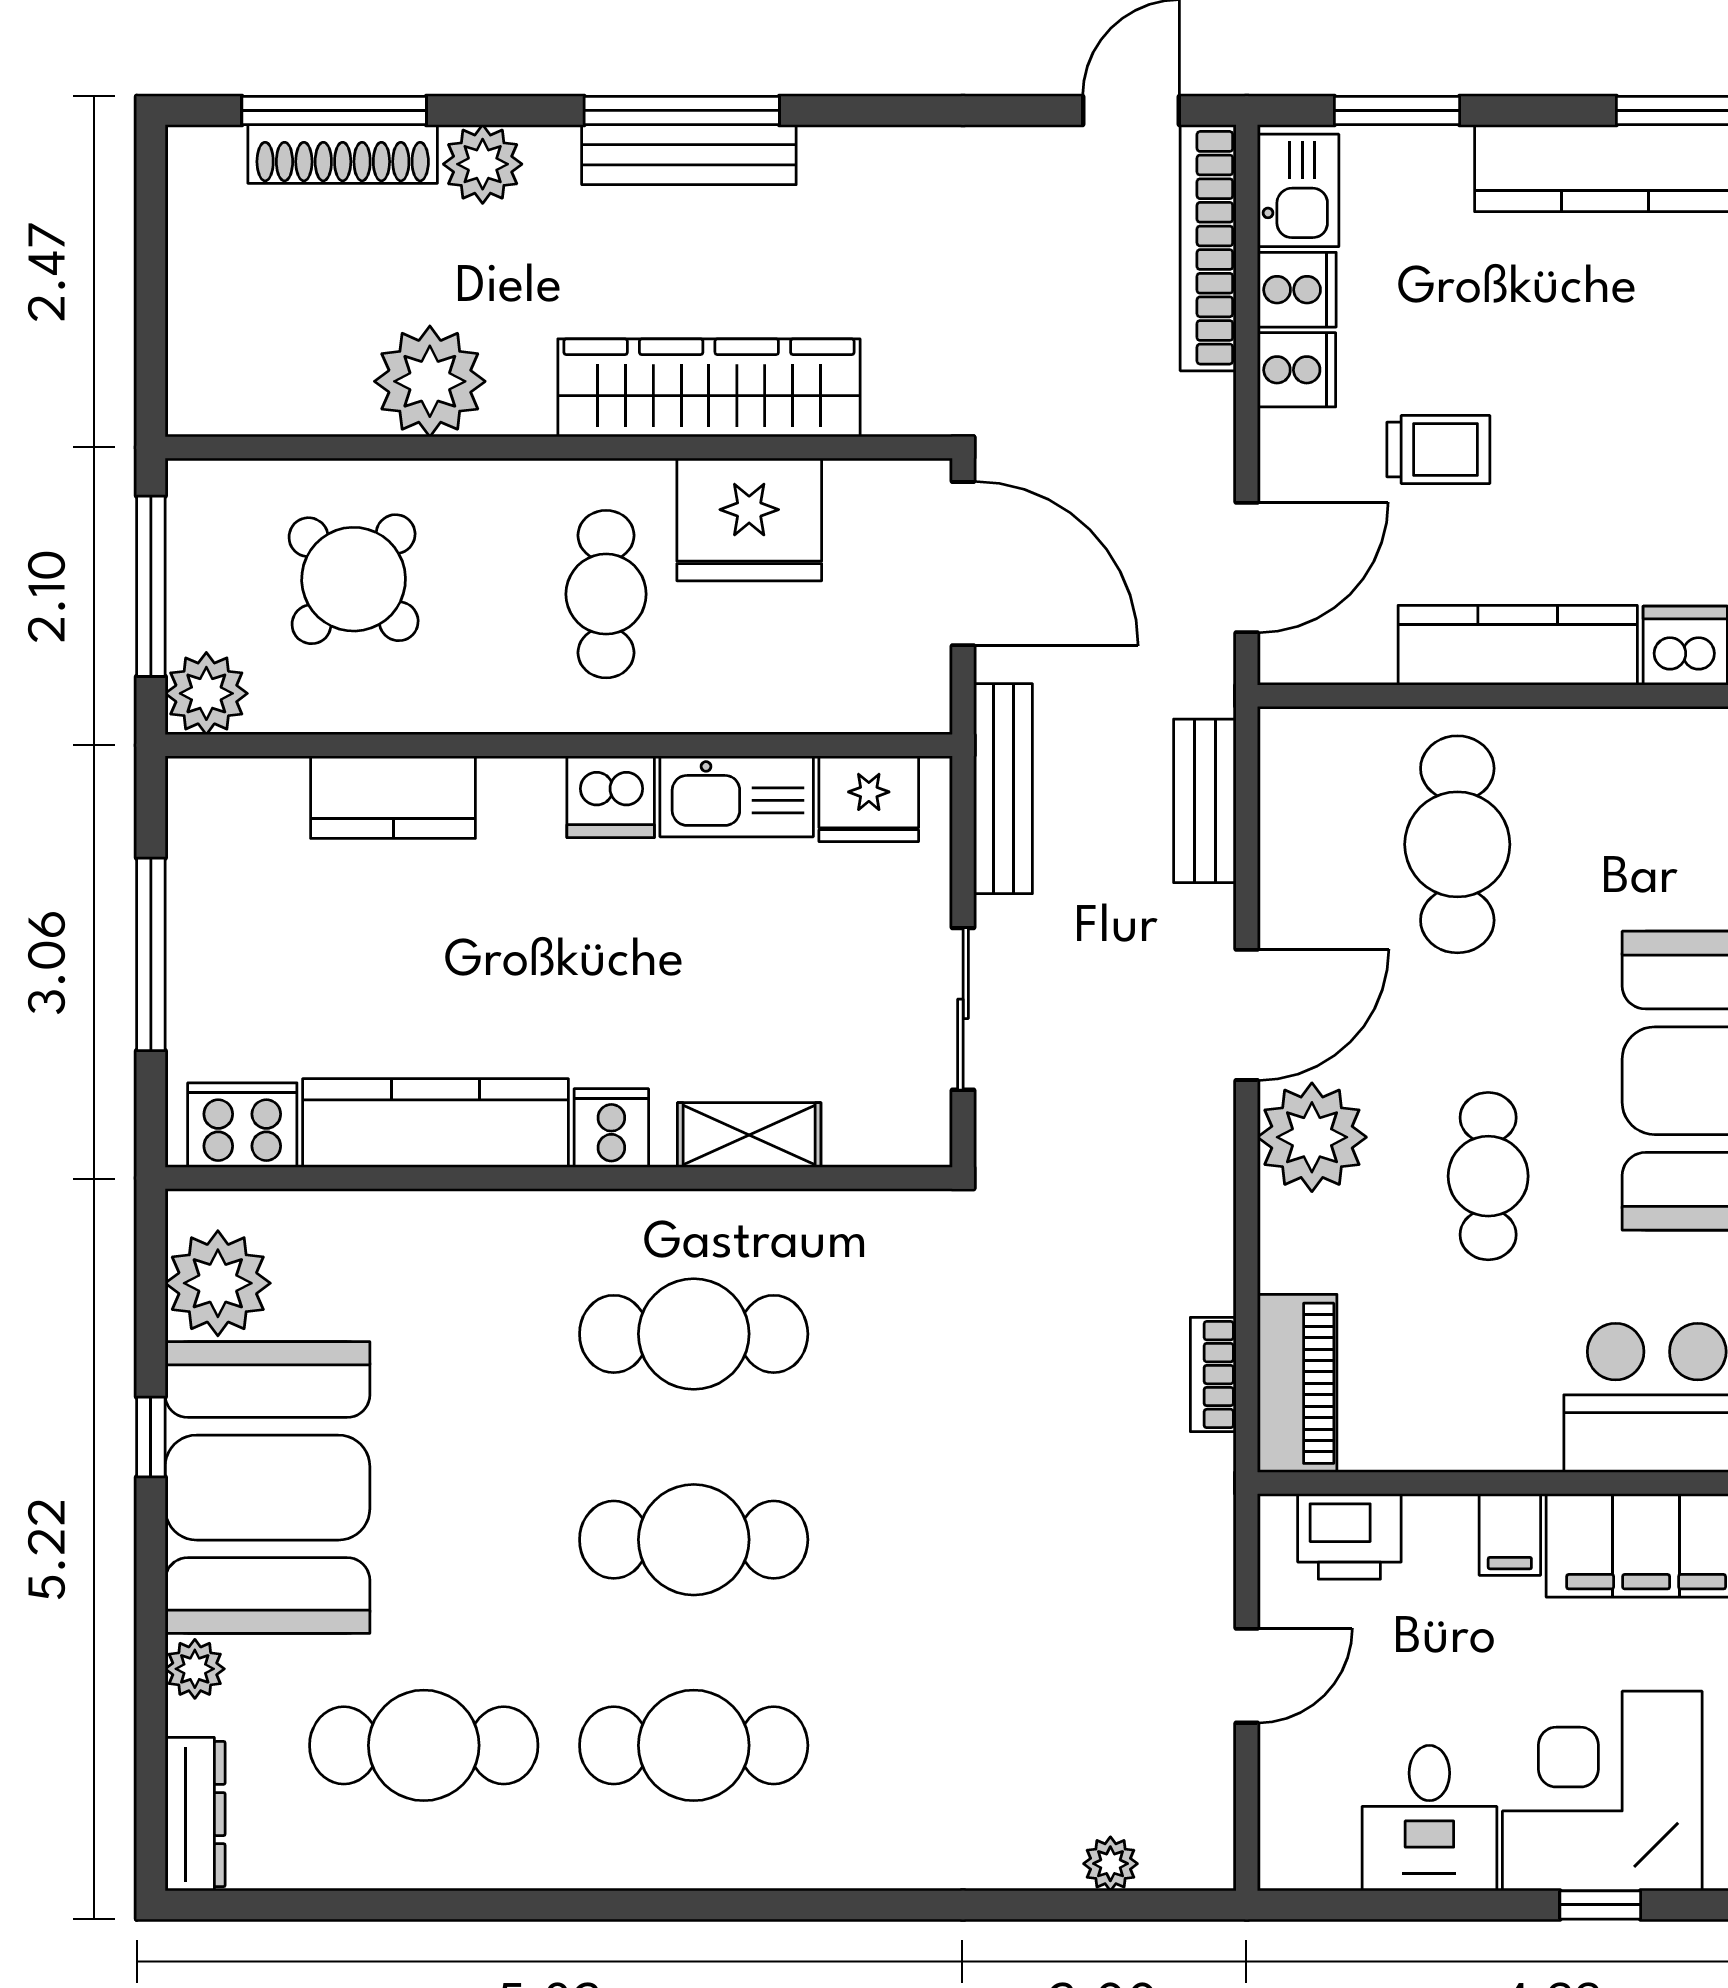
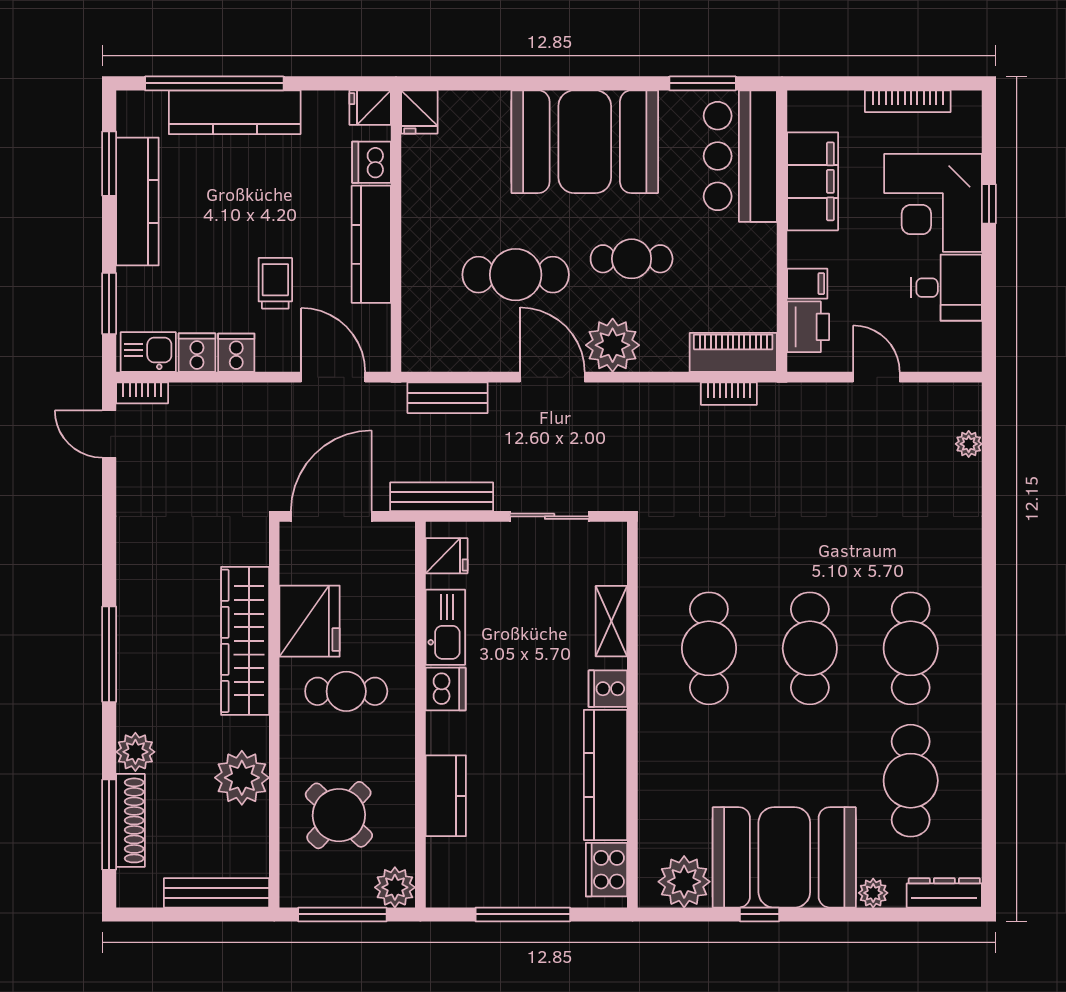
bench: (689, 155) -> (216, 893), moved, turned 90
bookcase: (1208, 248) -> (142, 393), width x0.43, depth x0.76
fridge: (869, 799) -> (447, 556), width x0.72
cafe table: (1457, 844) -> (516, 275), moved
filing cabinet: (1510, 1534) -> (807, 284), moved

